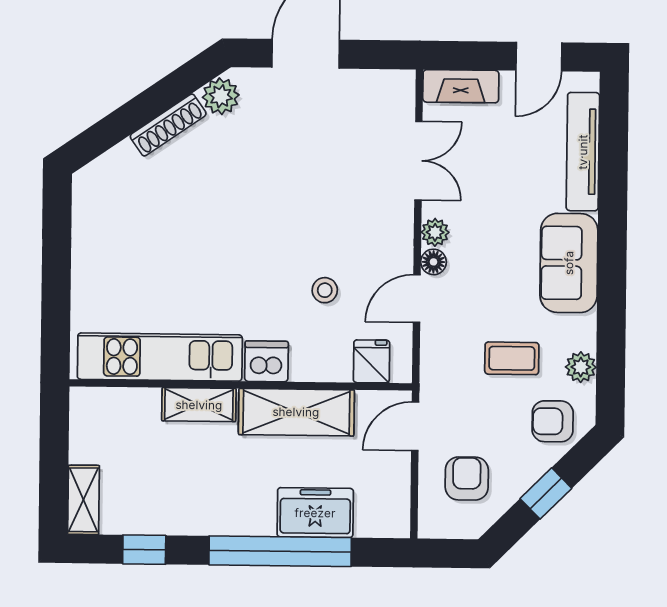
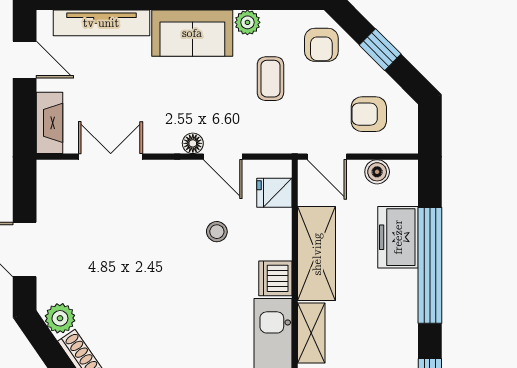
plant: (435, 232) -> (169, 142), removed
plant: (581, 367) -> (247, 22), moved
boiler: (396, 488) -> (377, 172), added

